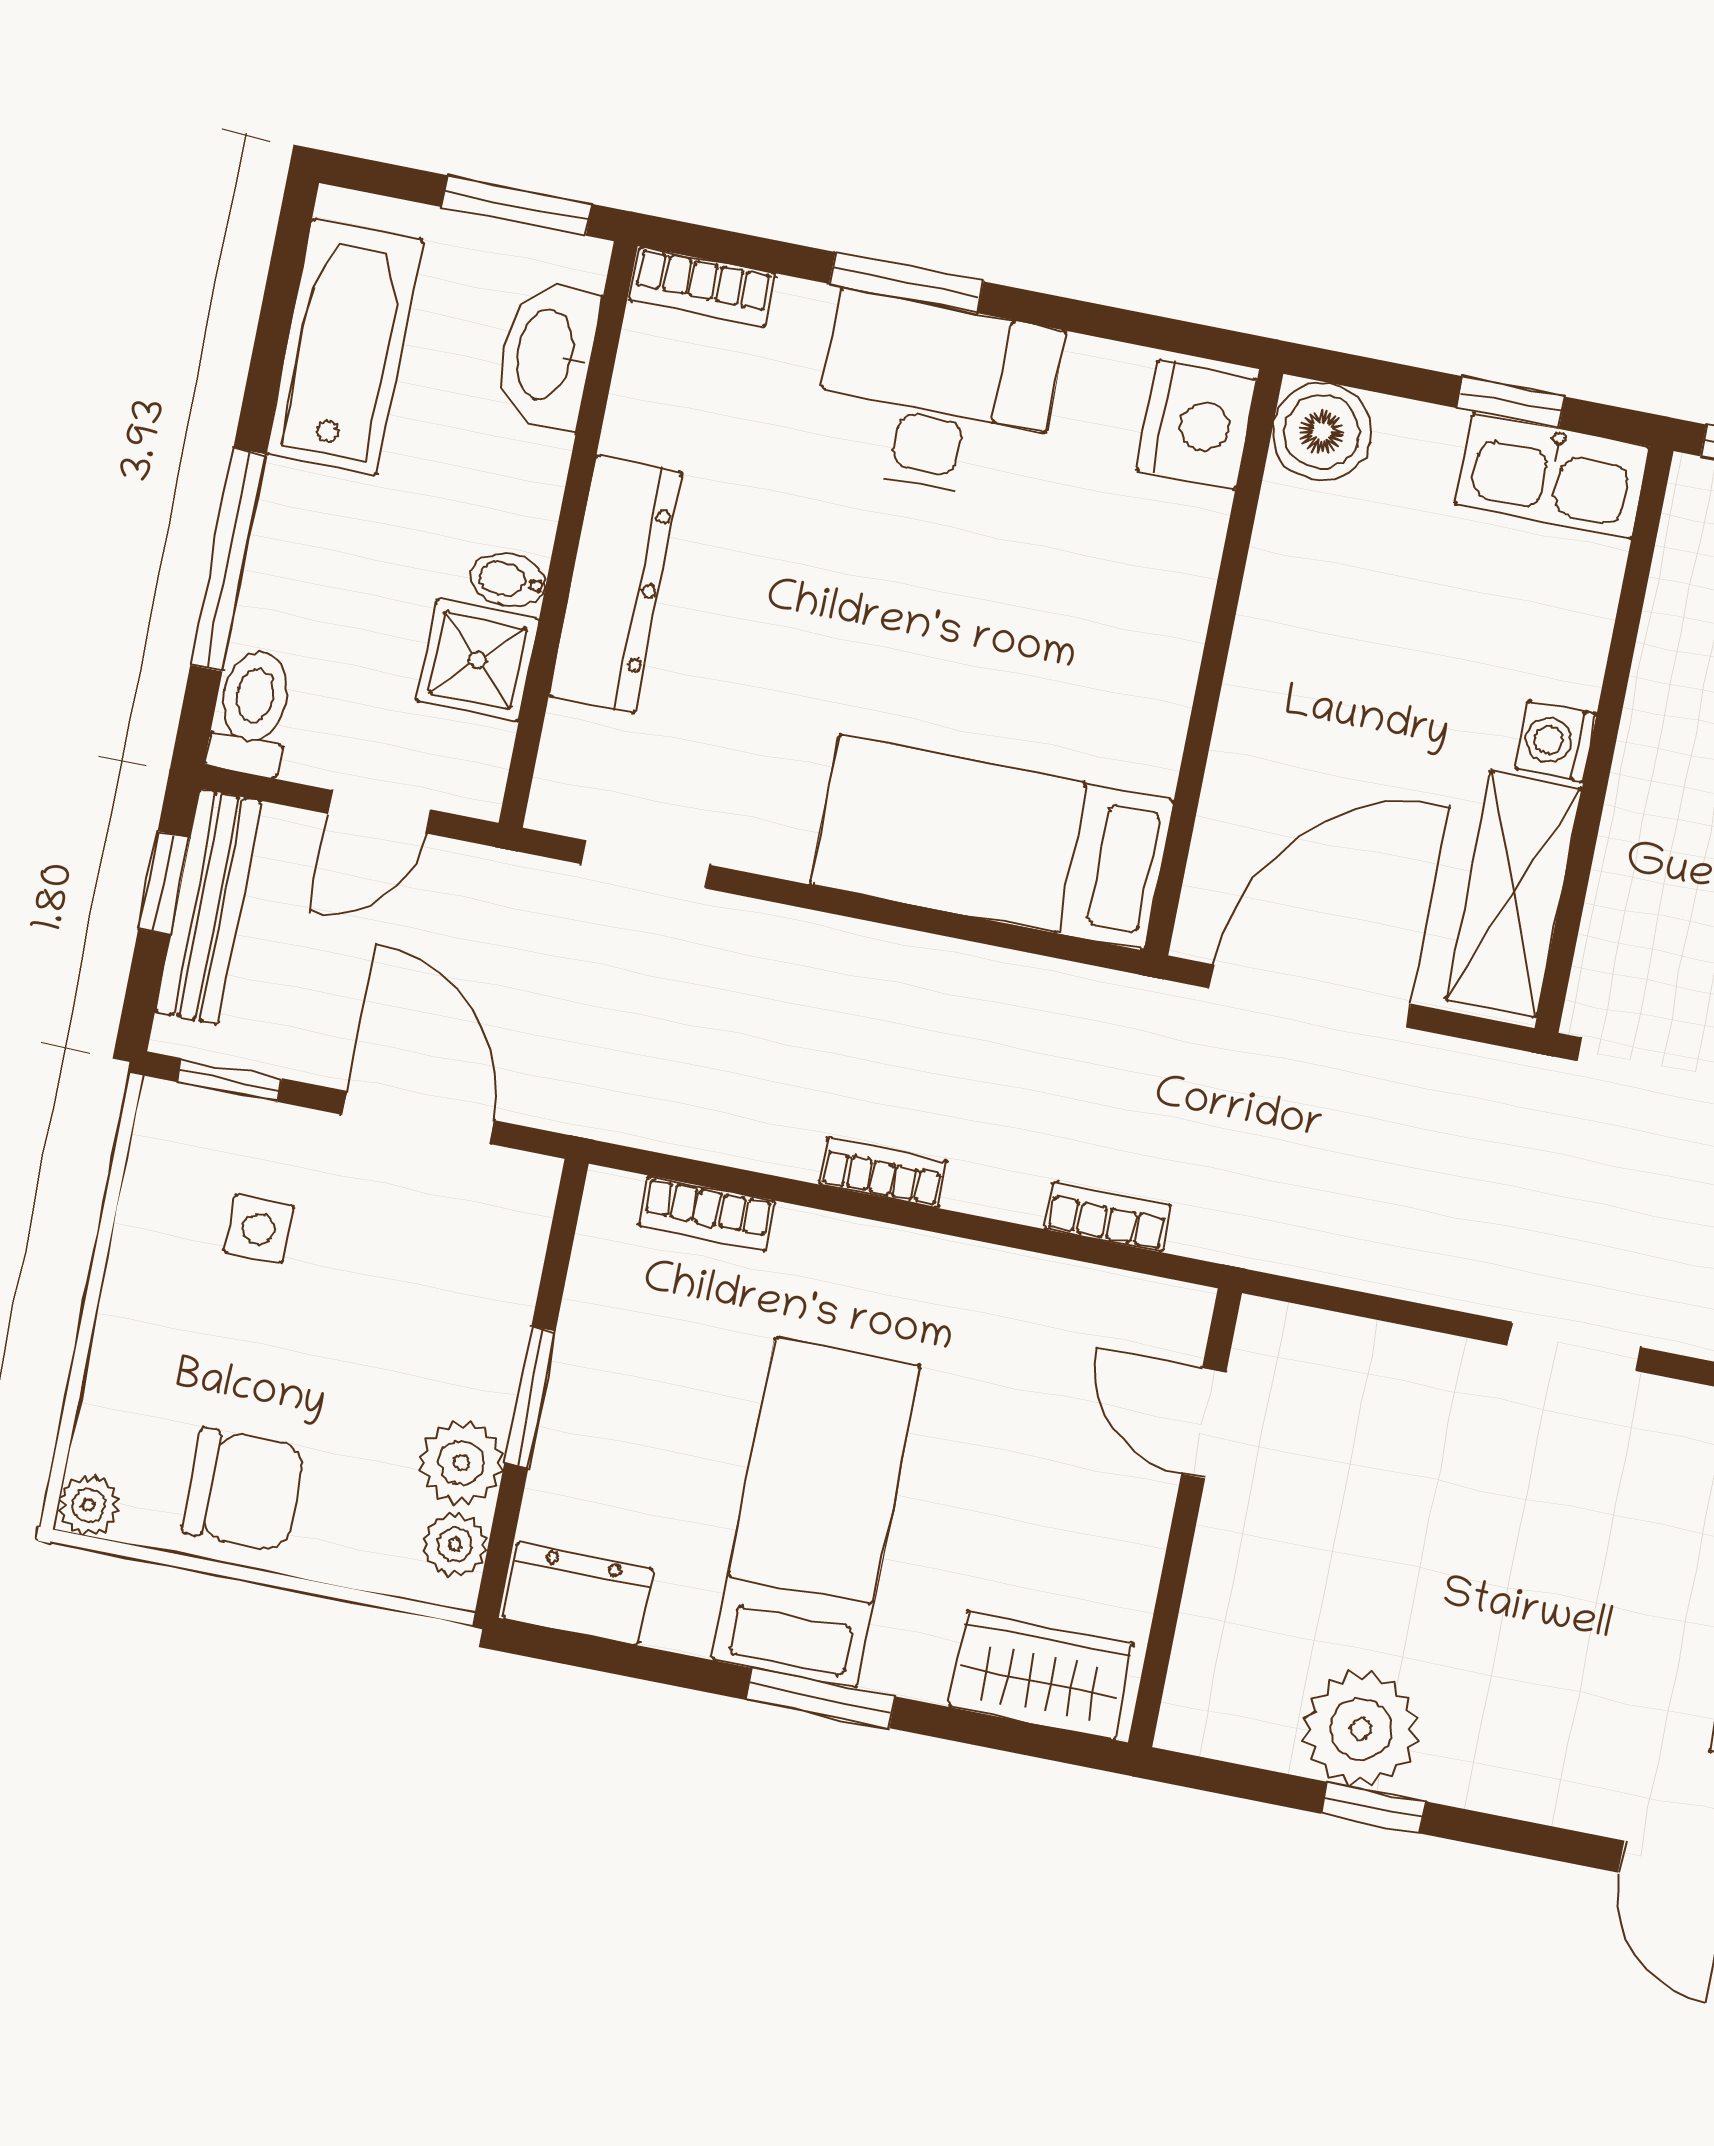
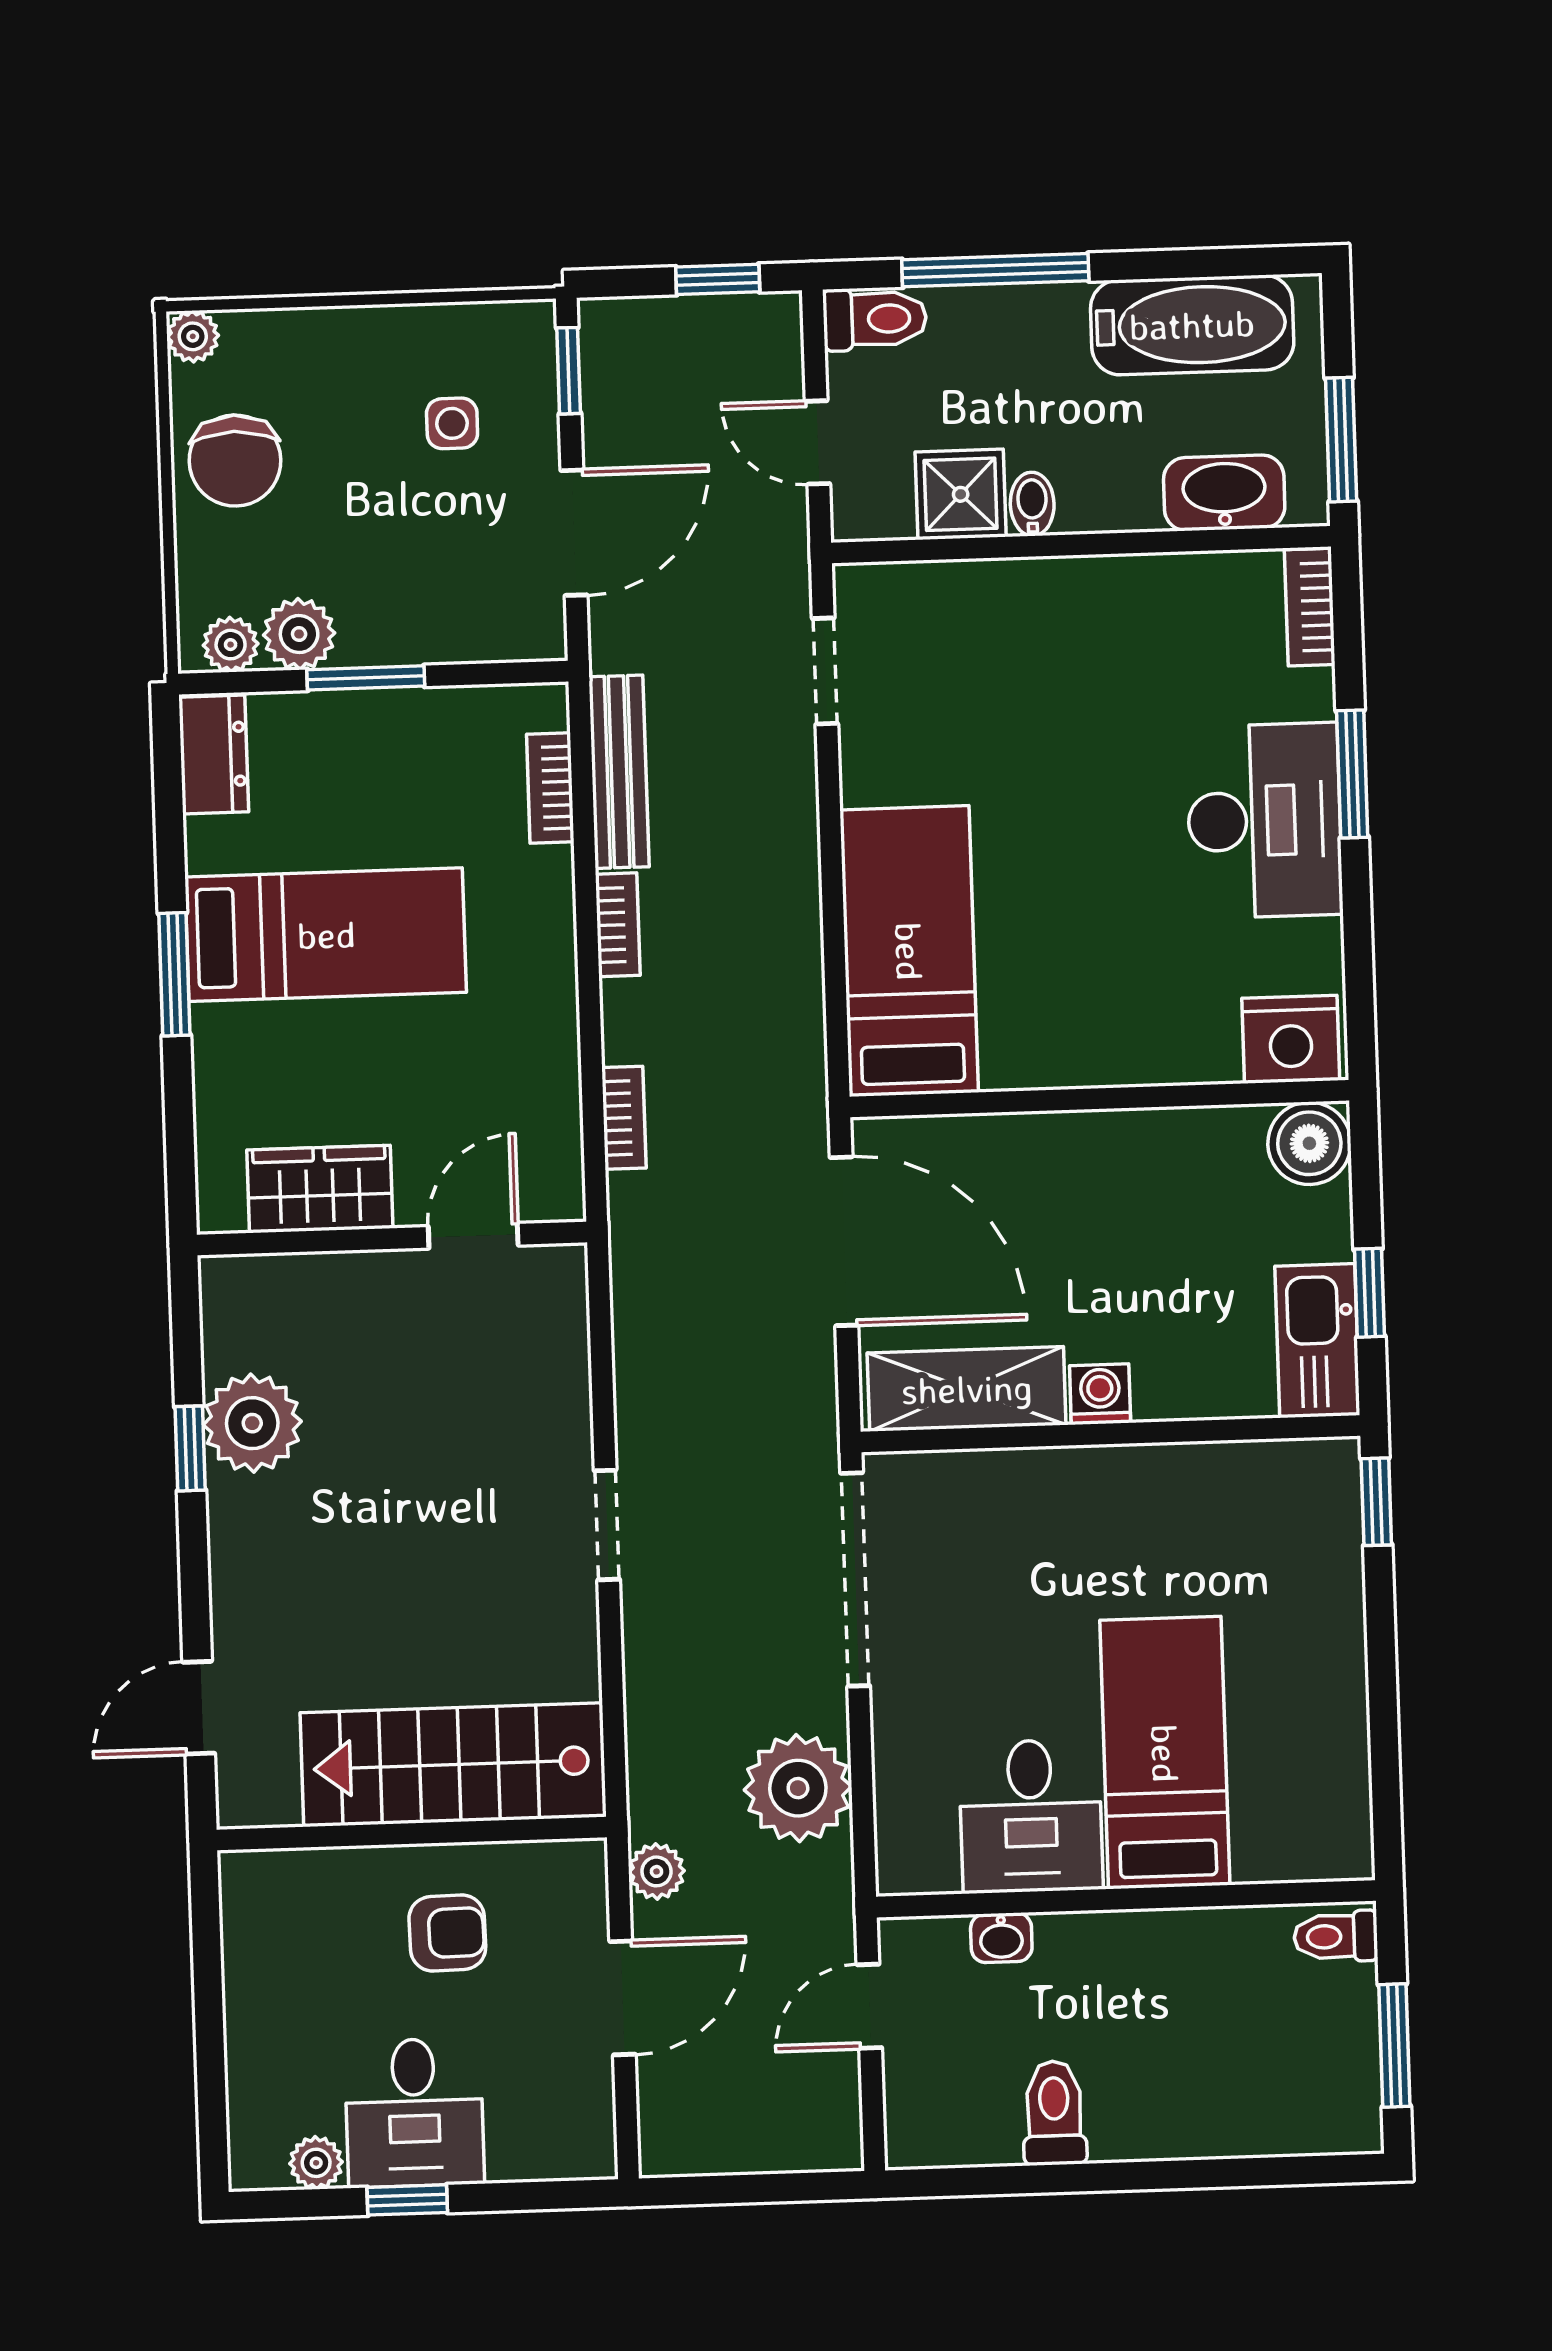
dresser: (616, 585) -> (1049, 593), removed
bench: (208, 906) -> (619, 772), moved, turned 90
wardrobe: (1041, 1675) -> (320, 1189), moved, turned -90

